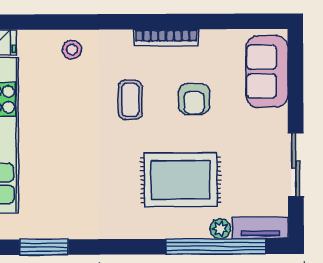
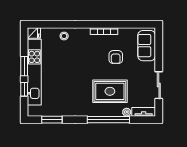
coffee table: (130, 100) -> (89, 57), removed
window: (216, 246) -> (108, 120), moved

